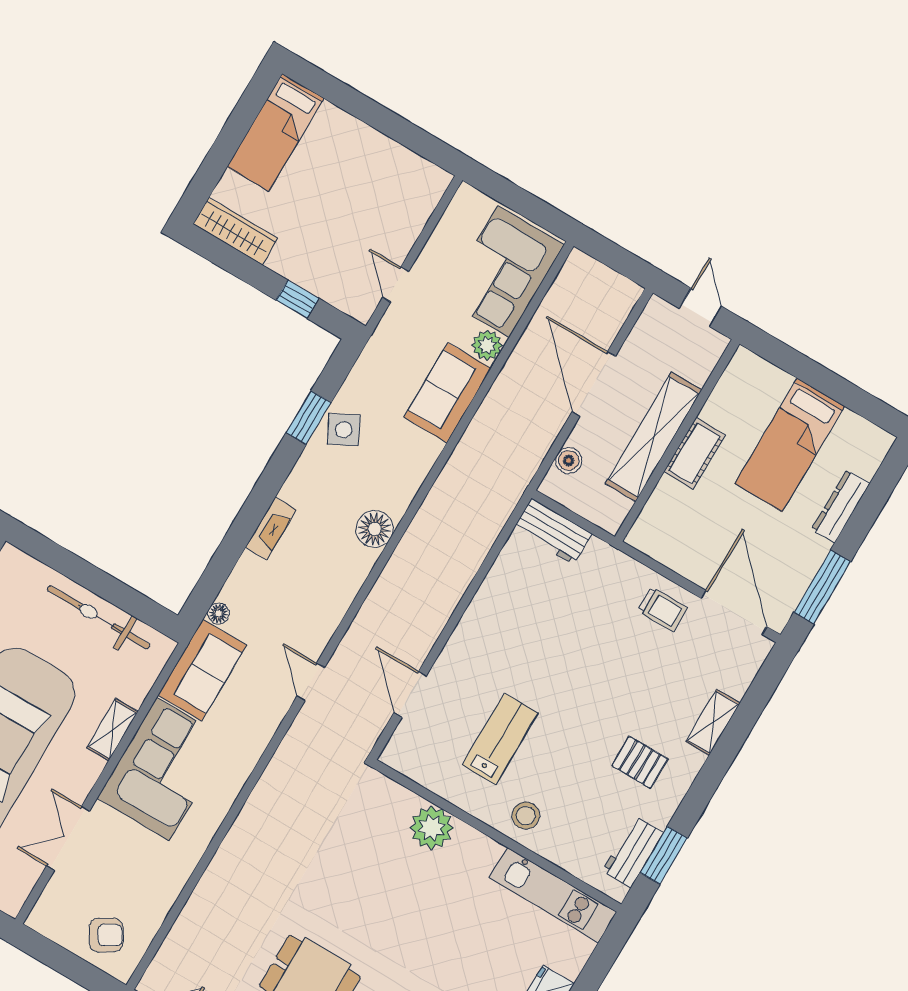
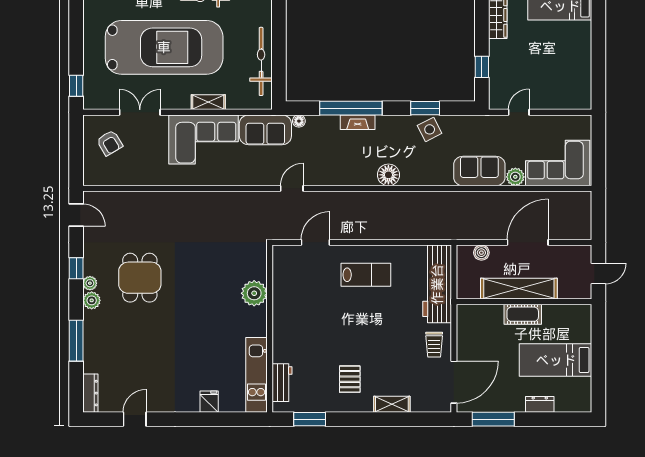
dresser: (841, 506) -> (540, 404), width x0.70
window: (244, 526) -> (351, 108), added
workbench: (553, 531) -> (437, 284), width x1.88, depth x1.32
lab bench: (500, 739) -> (366, 275), moved
stool: (526, 816) -> (289, 337), removed
workbench: (633, 852) -> (282, 383), moved, turned 90
armchair: (106, 935) -> (110, 143), moved

